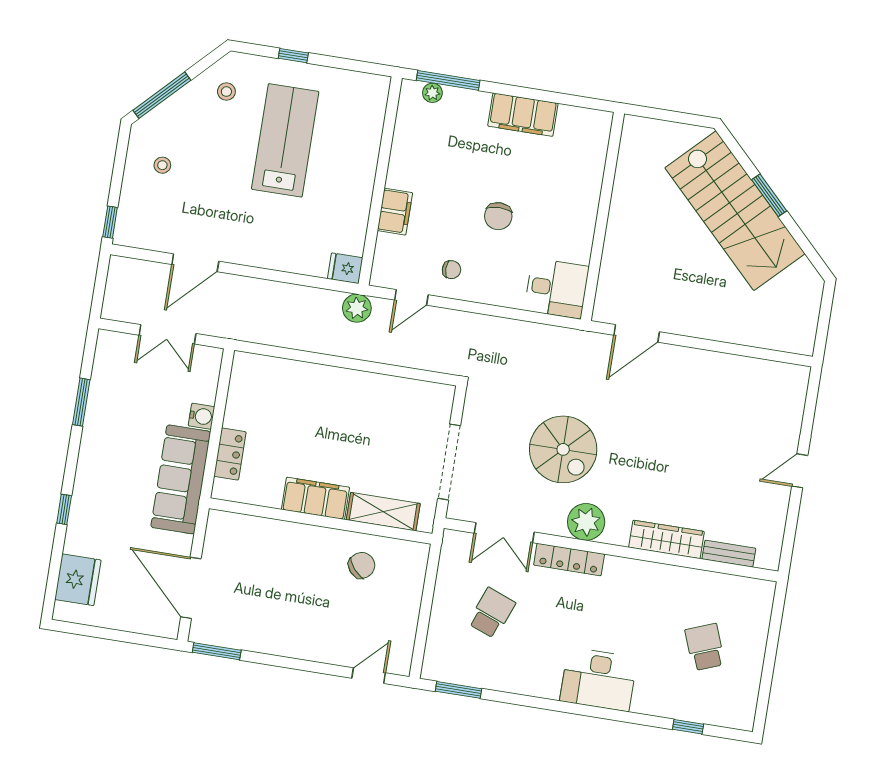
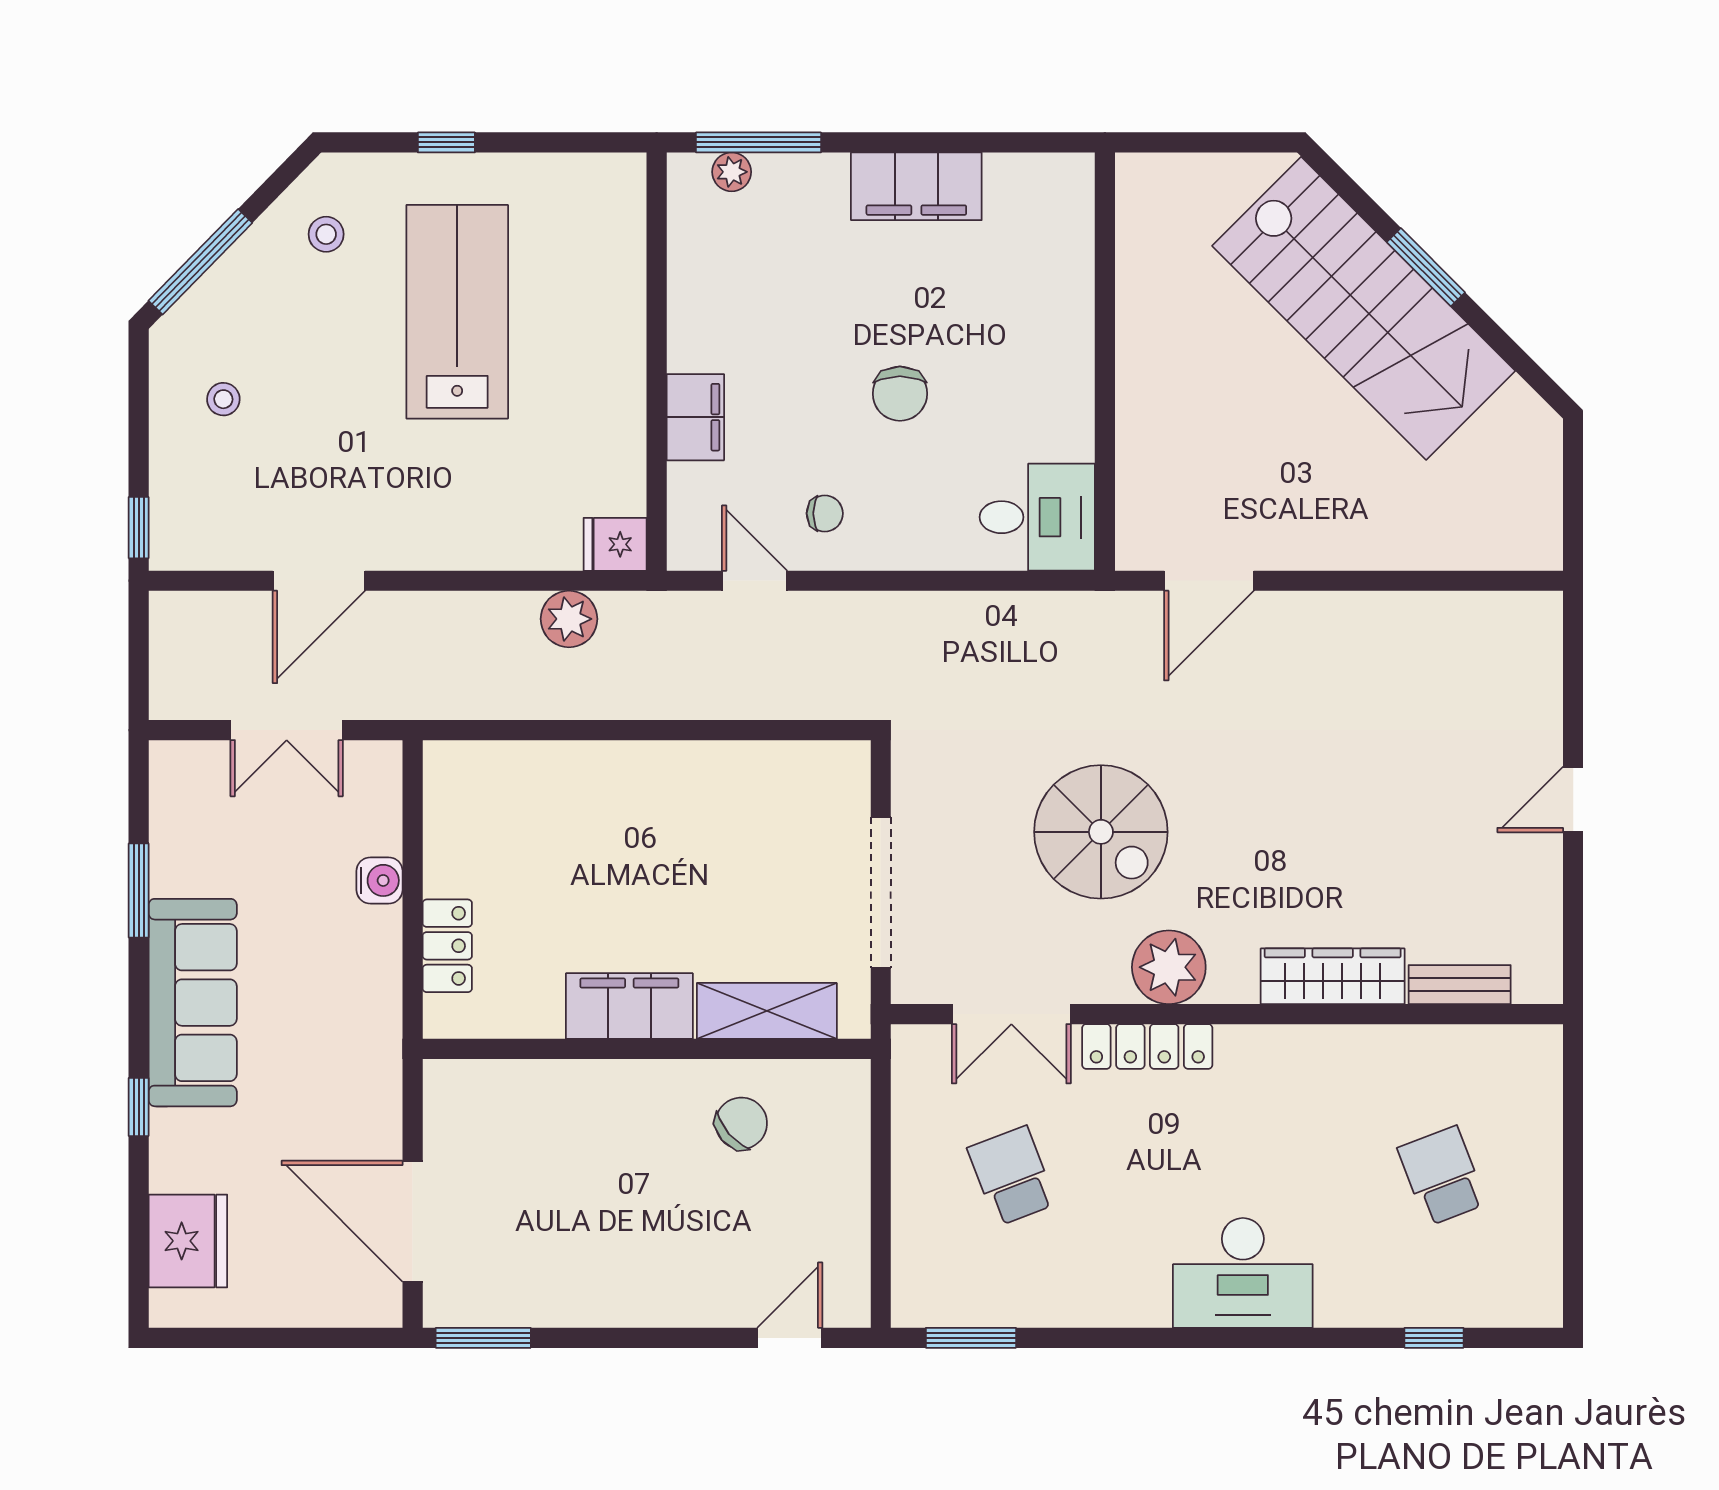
door: (411, 297) -> (755, 581), swing flipped
plant: (357, 308) -> (569, 619), moved
sofa: (181, 479) -> (193, 1003), moved, turned 180
school desk: (492, 613) -> (1012, 1176), turned -42

